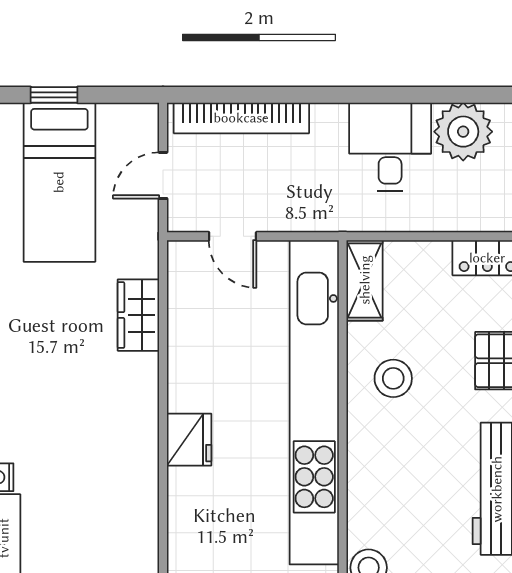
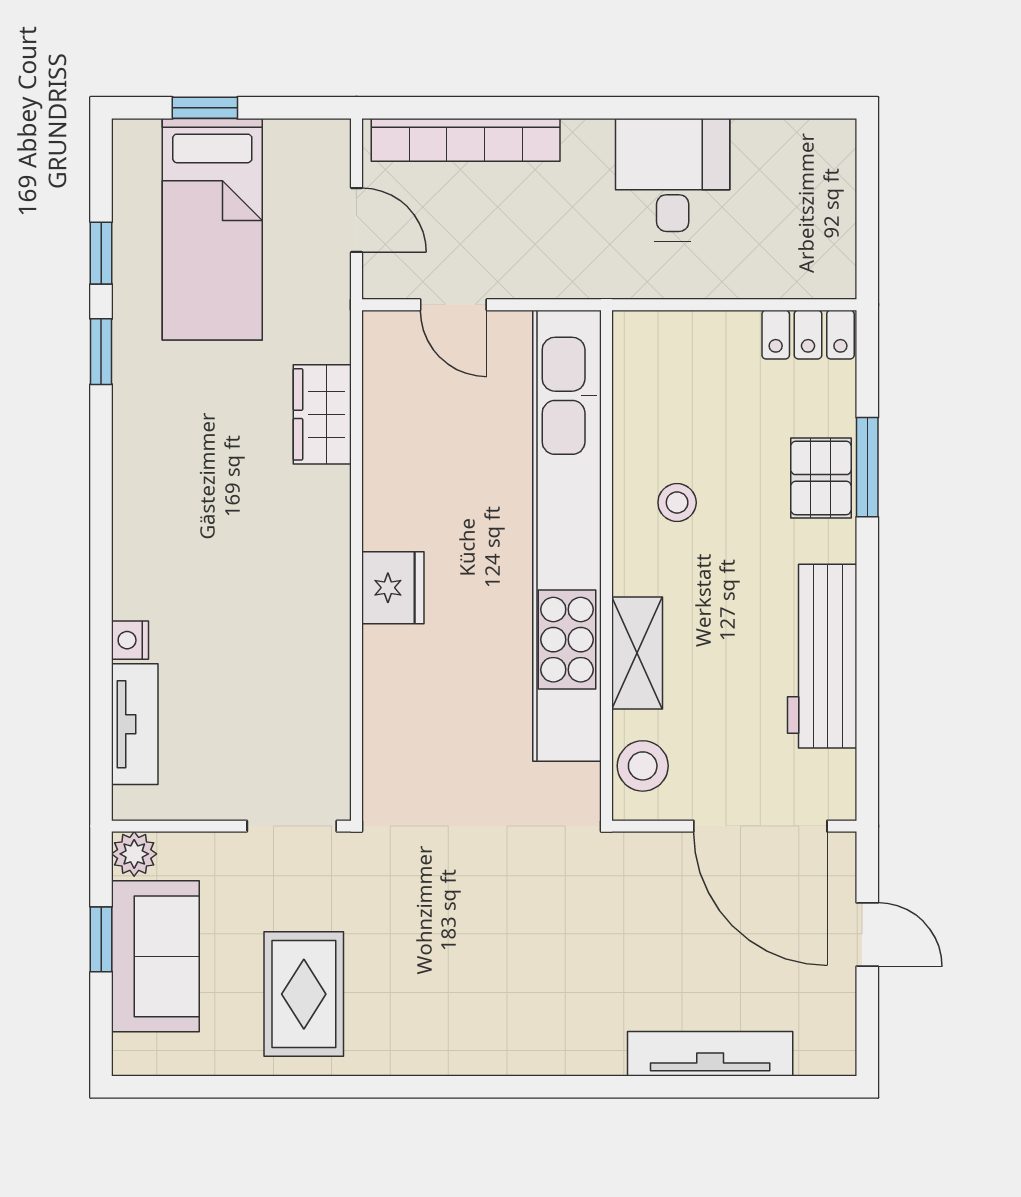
plant: (463, 132) -> (774, 159), removed
door: (163, 175) -> (356, 220), swing flipped
shelving: (365, 280) -> (637, 653), moved
stool: (393, 378) -> (677, 503), width x0.73, depth x0.73

